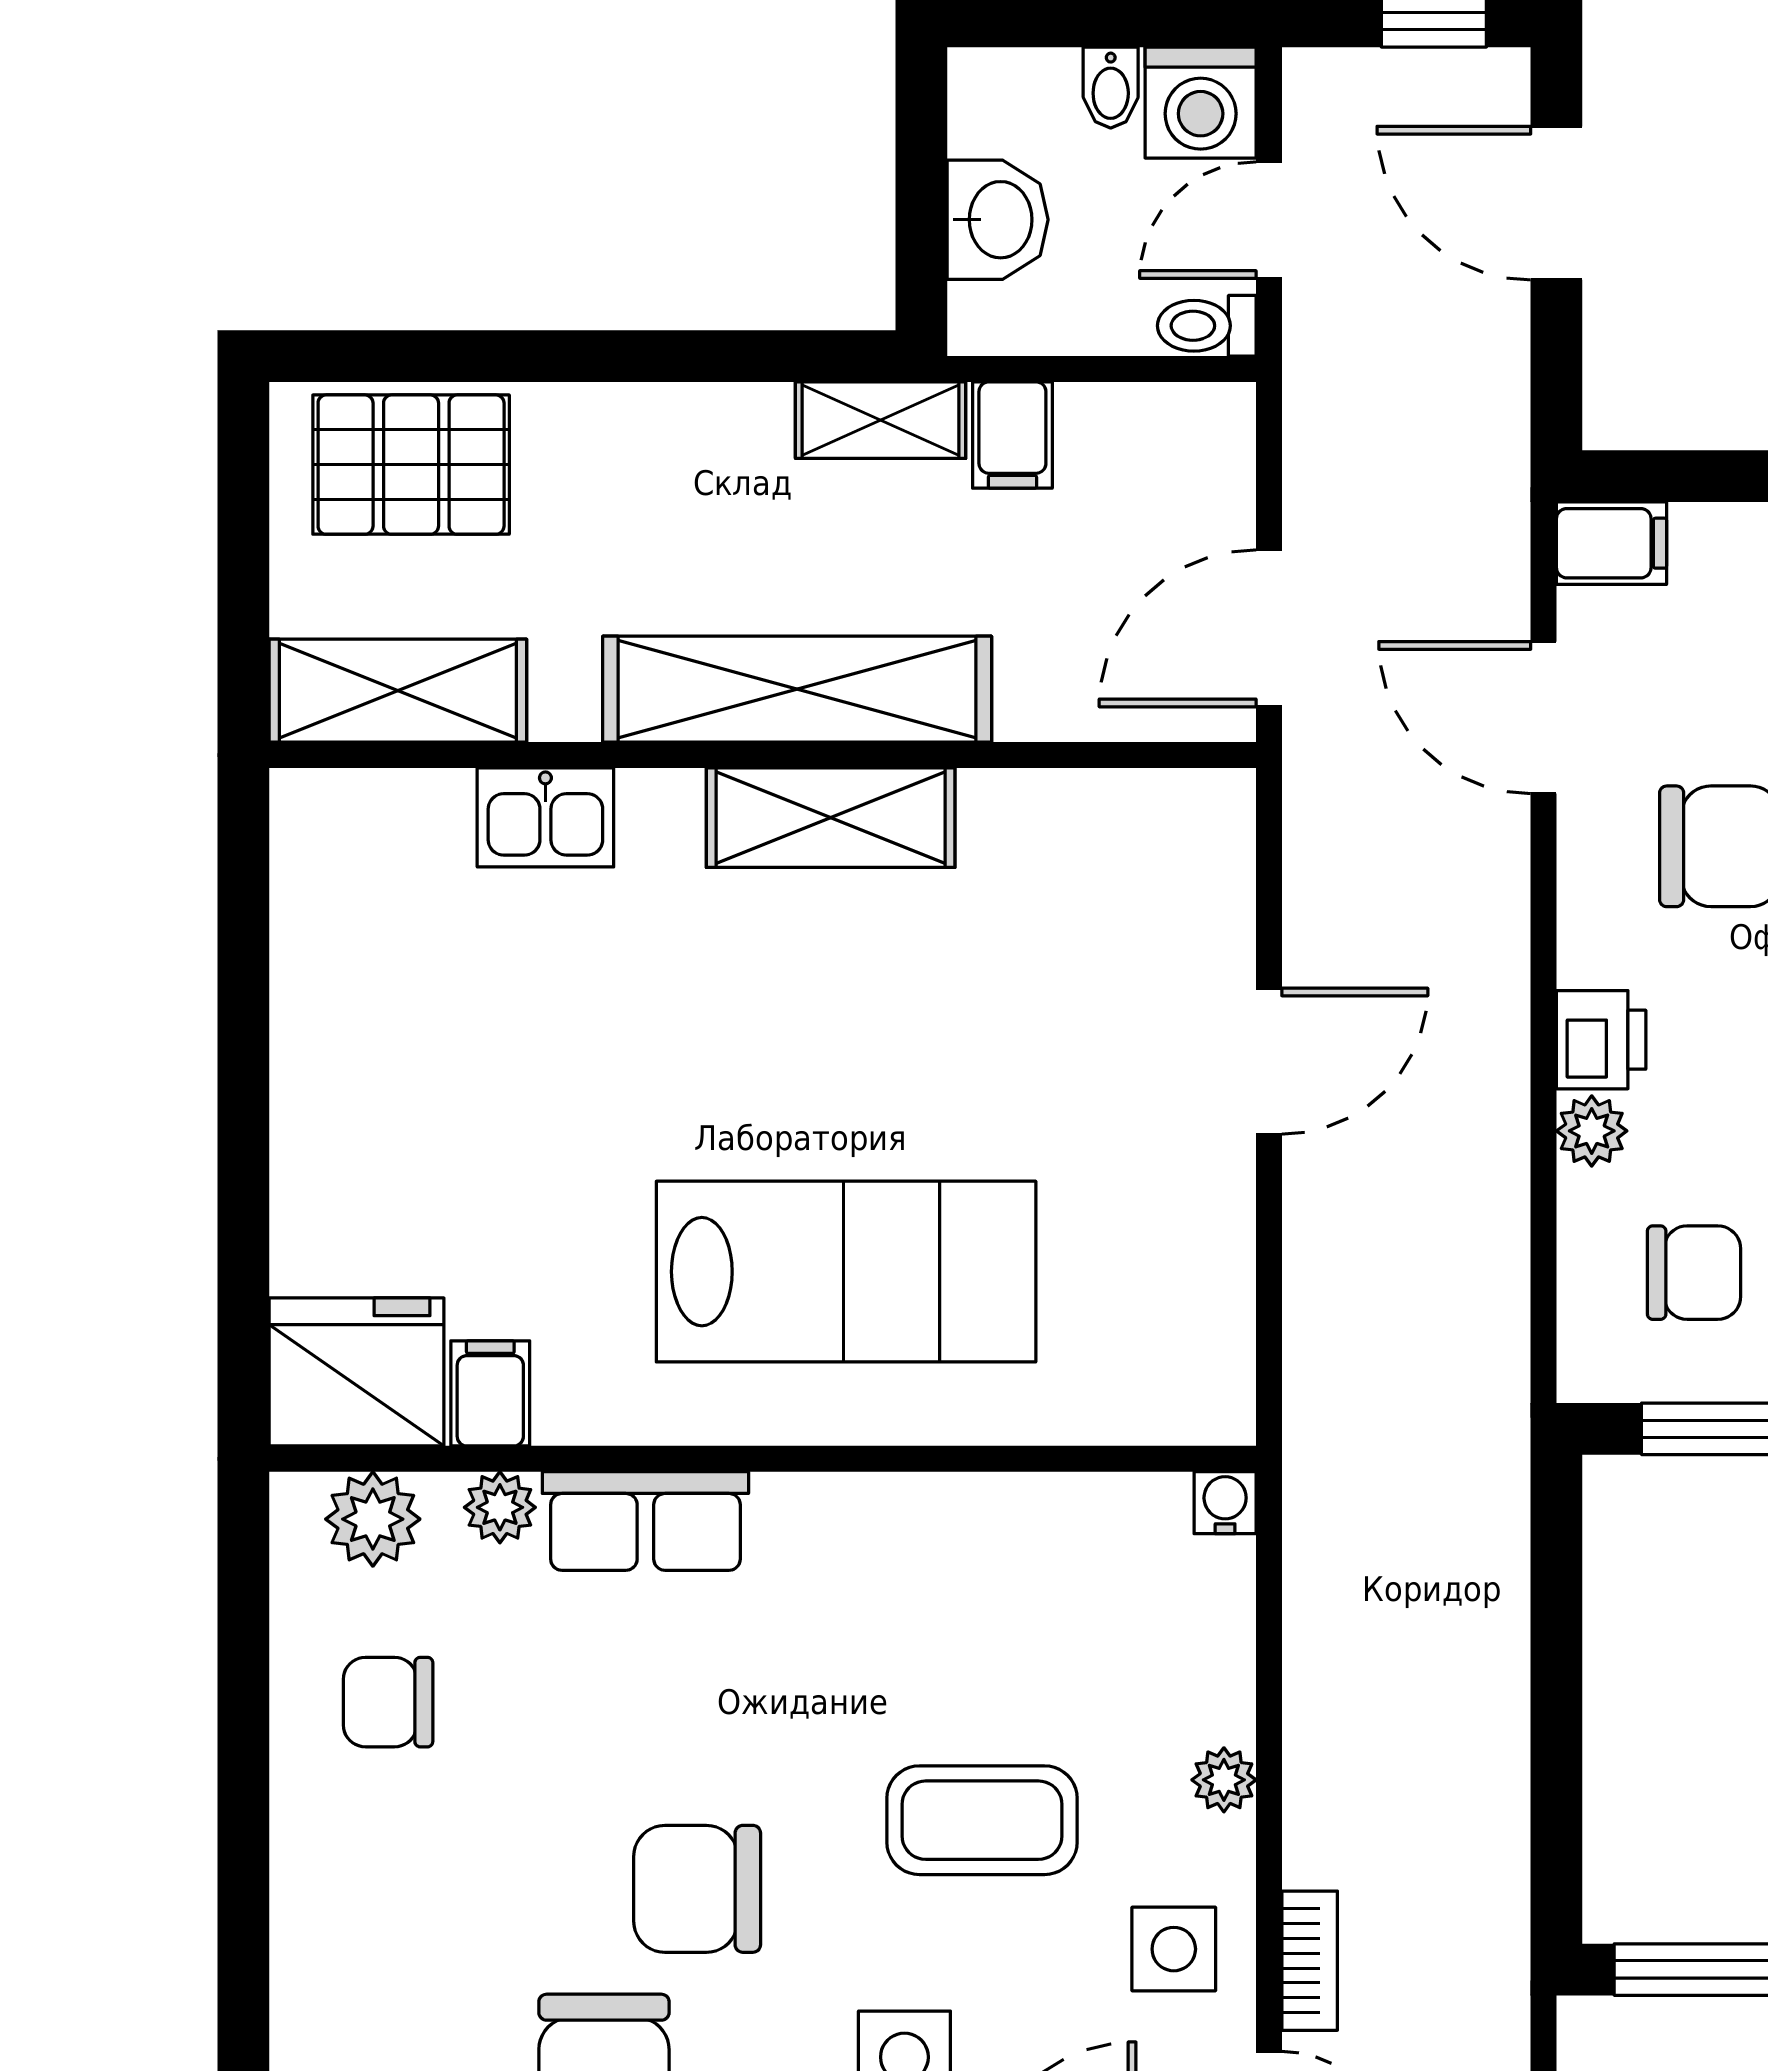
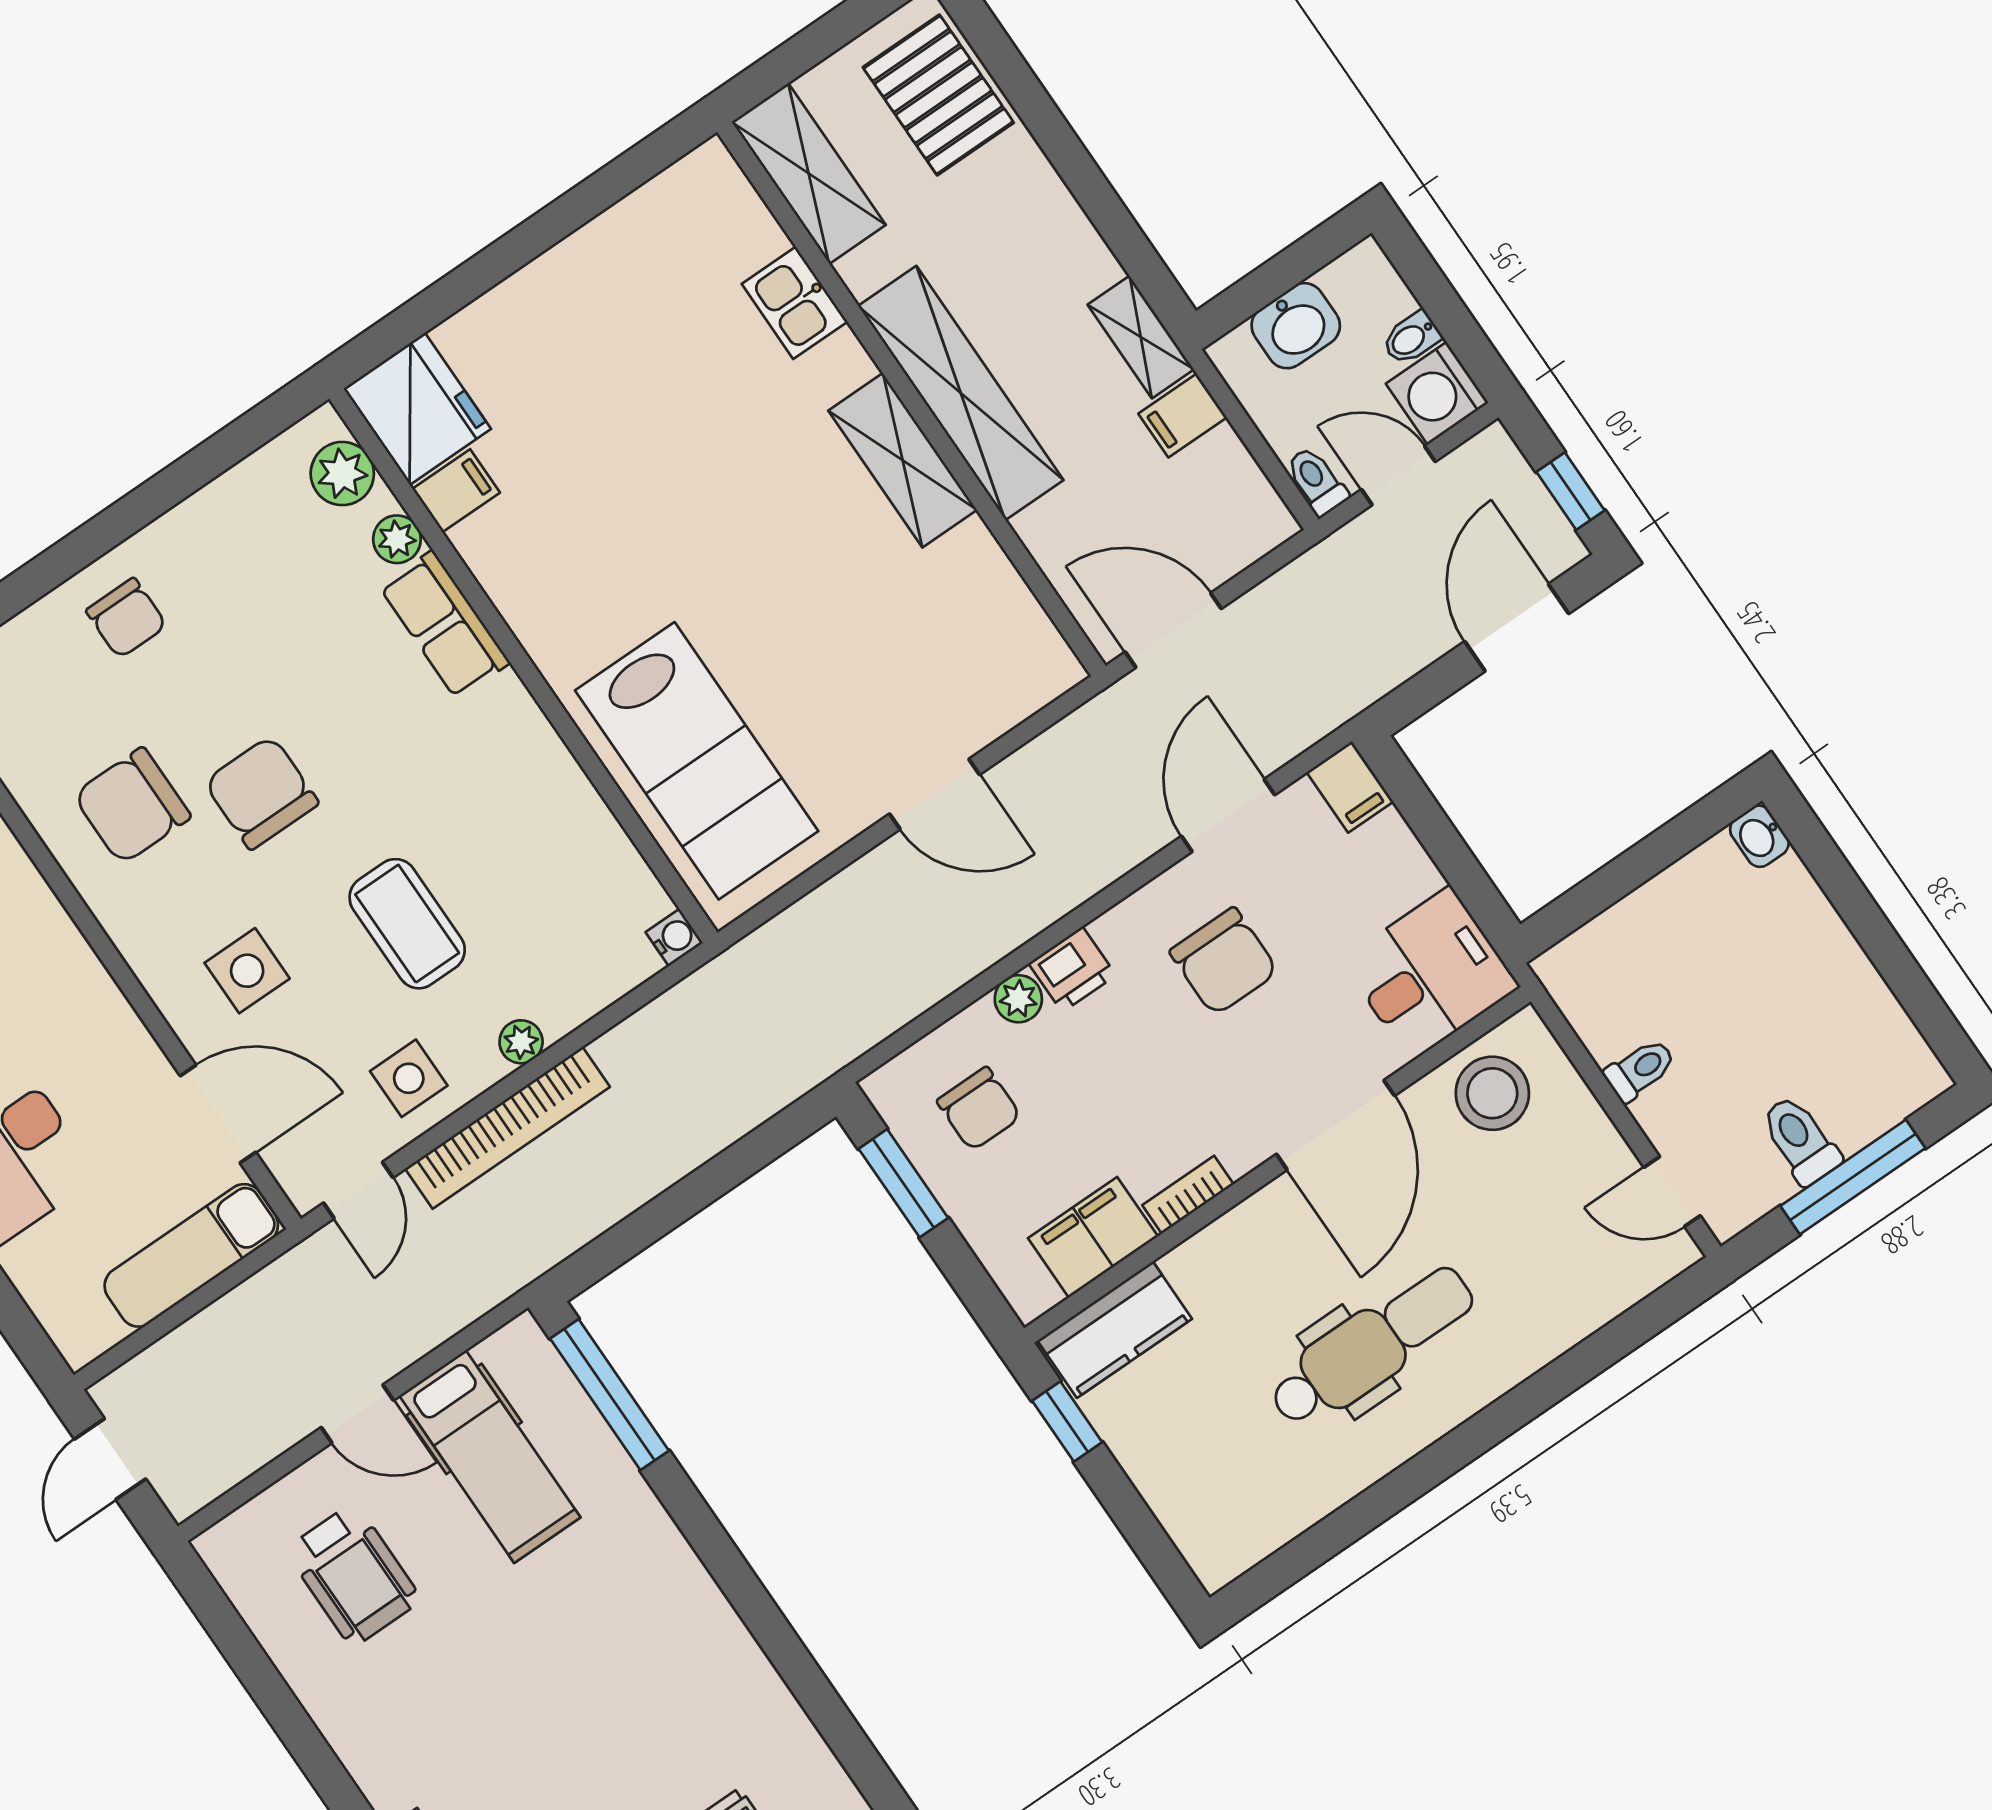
lab bench: (846, 1272) -> (697, 761), moved
chair: (388, 1702) -> (126, 618), moved, turned 180
bookcase: (1310, 1961) -> (508, 1128), width x2.31, depth x1.31

